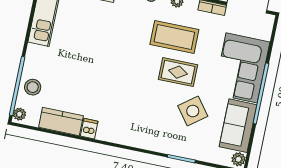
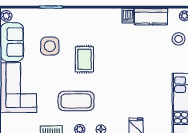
rug: (178, 72) -> (84, 59), moved, turned 90
side table: (193, 111) -> (50, 46), turned 37

